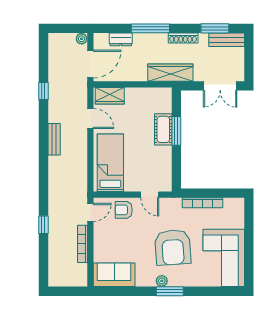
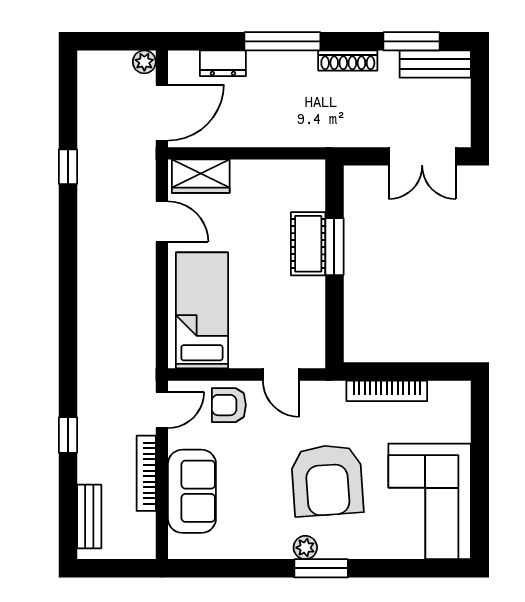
wardrobe: (170, 73) -> (322, 130), removed
bench: (54, 139) -> (89, 517), moved
sofa: (114, 275) -> (192, 491), moved, turned 90

